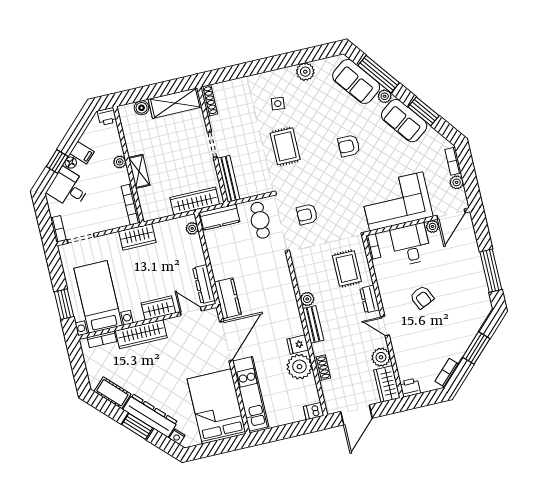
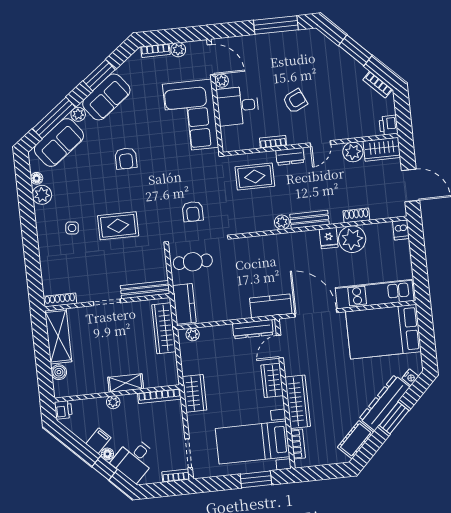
floor lamp: (320, 65) -> (37, 178), added
bookcase: (373, 246) -> (273, 142), moved

